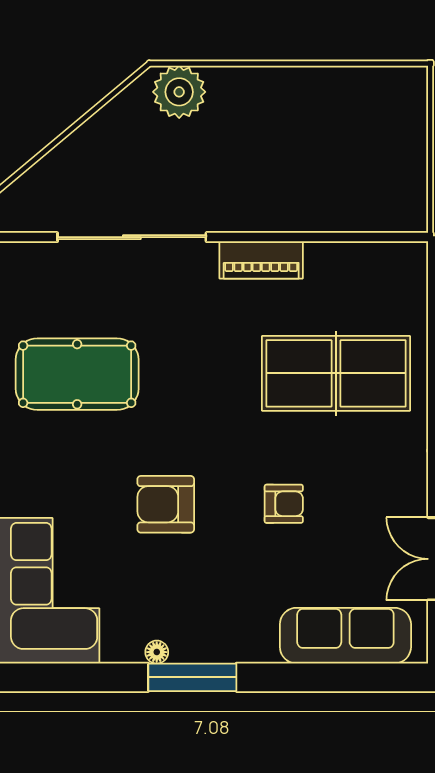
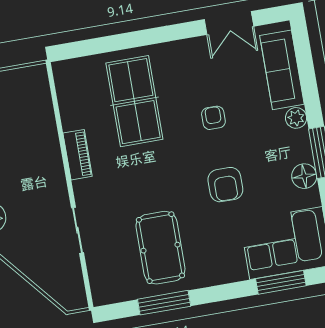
sliding door: (132, 237) -> (77, 230), width x0.54
plant: (259, 645) -> (296, 118), added
floor lamp: (157, 652) -> (304, 176), width x1.89, depth x1.89

